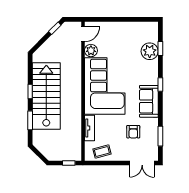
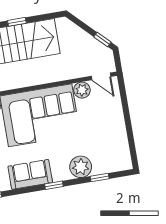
plant: (150, 51) -> (81, 167), moved

